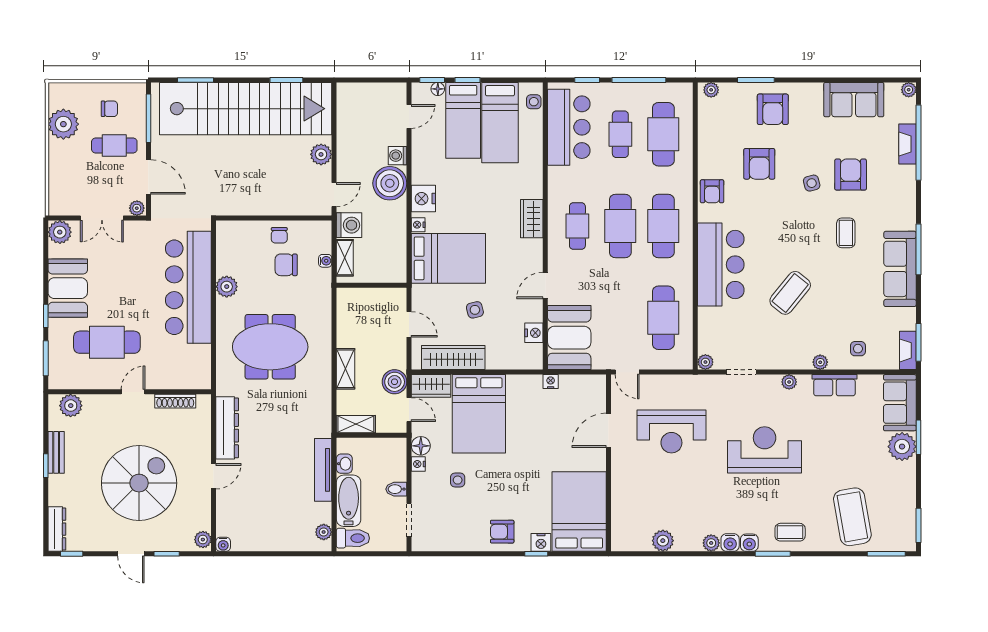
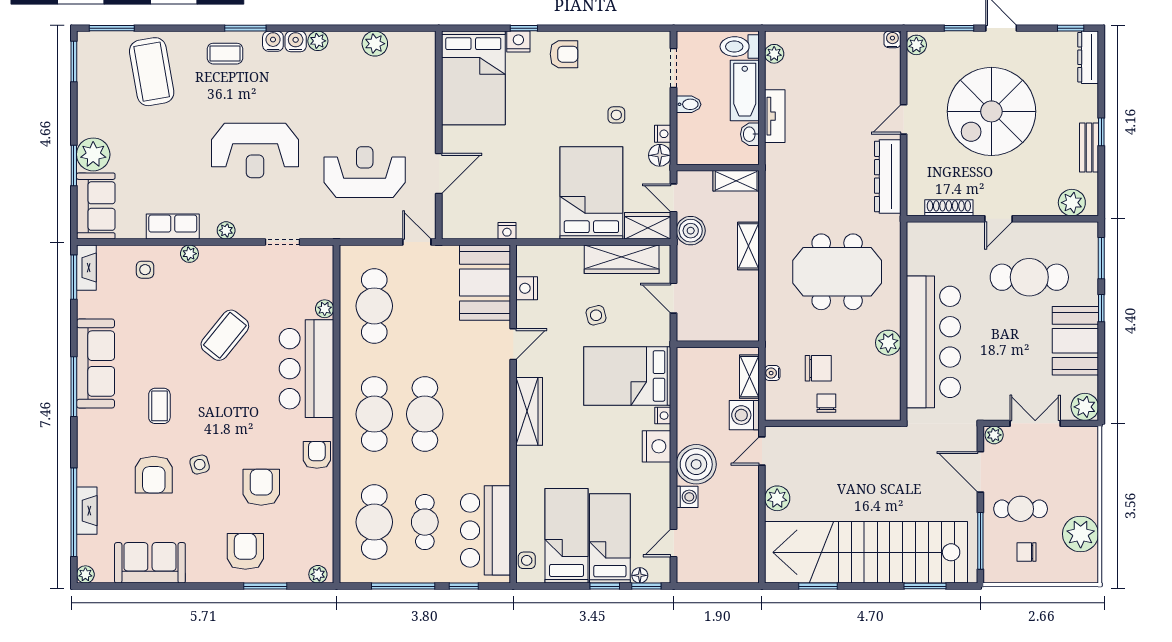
wardrobe: (532, 219) -> (529, 411), width x1.50
cafe table: (577, 226) -> (475, 414), removed
plant: (705, 362) -> (325, 309), moved
tv unit: (323, 470) -> (775, 116), width x0.71

